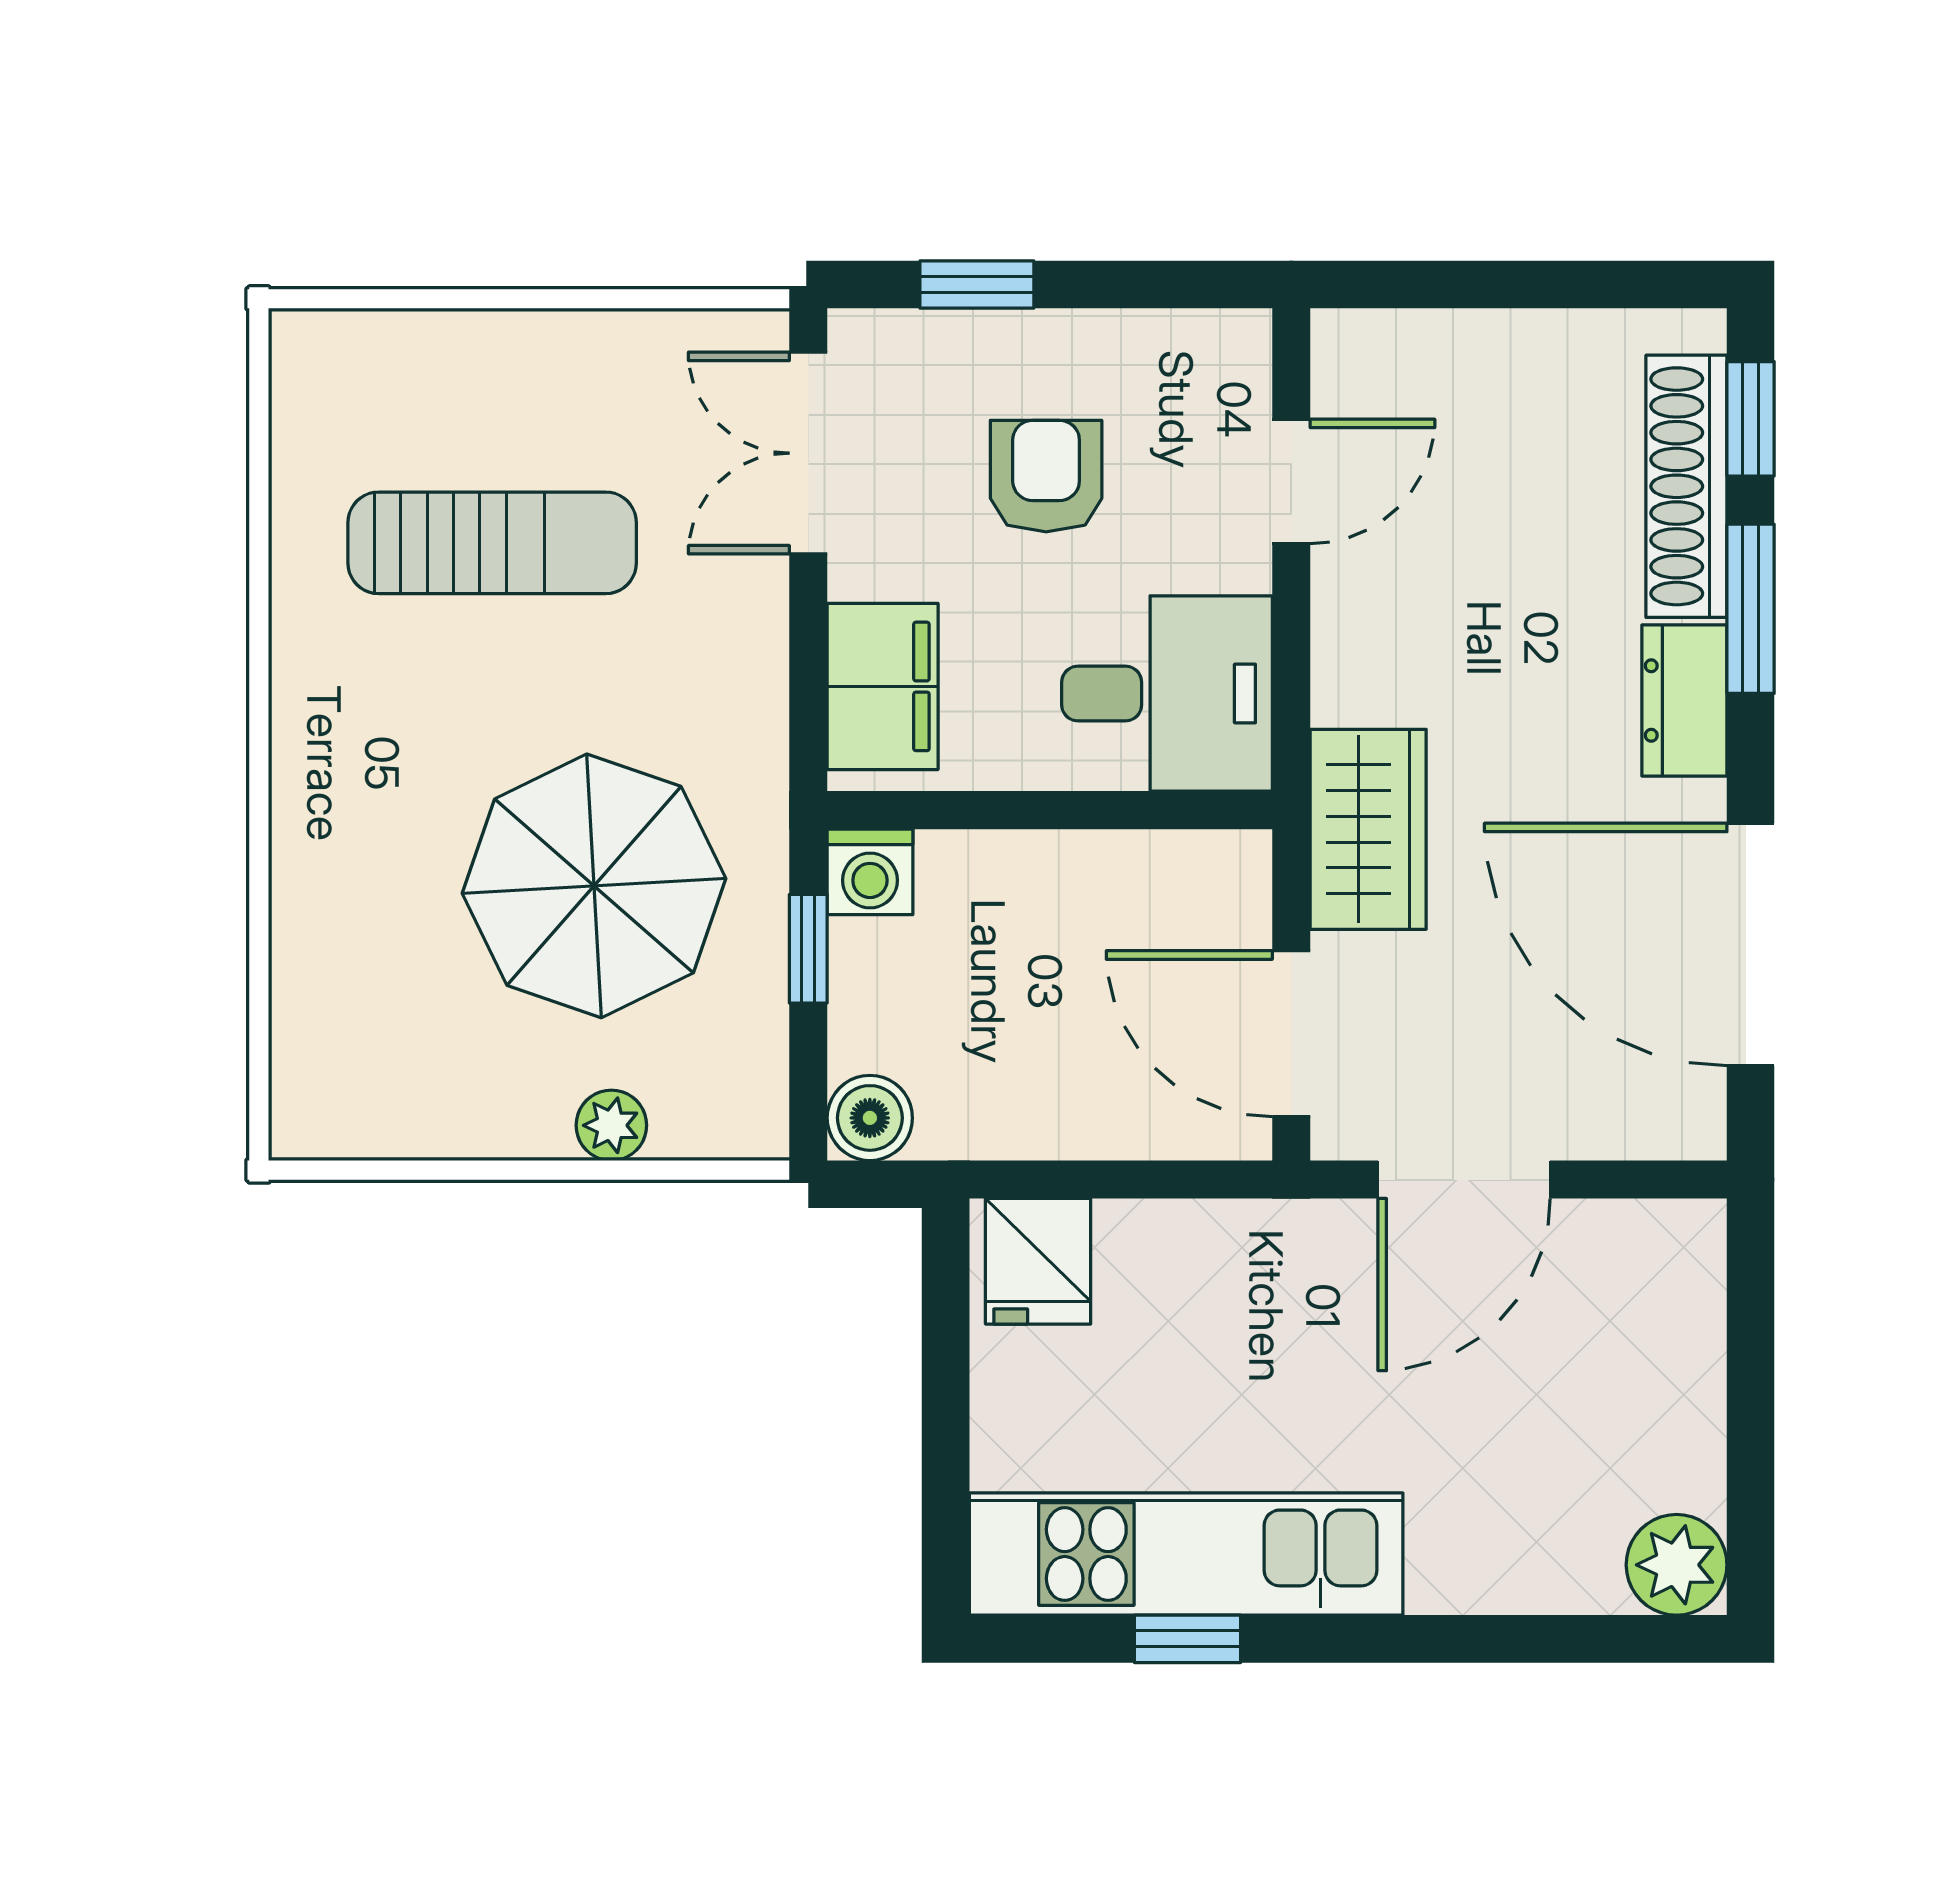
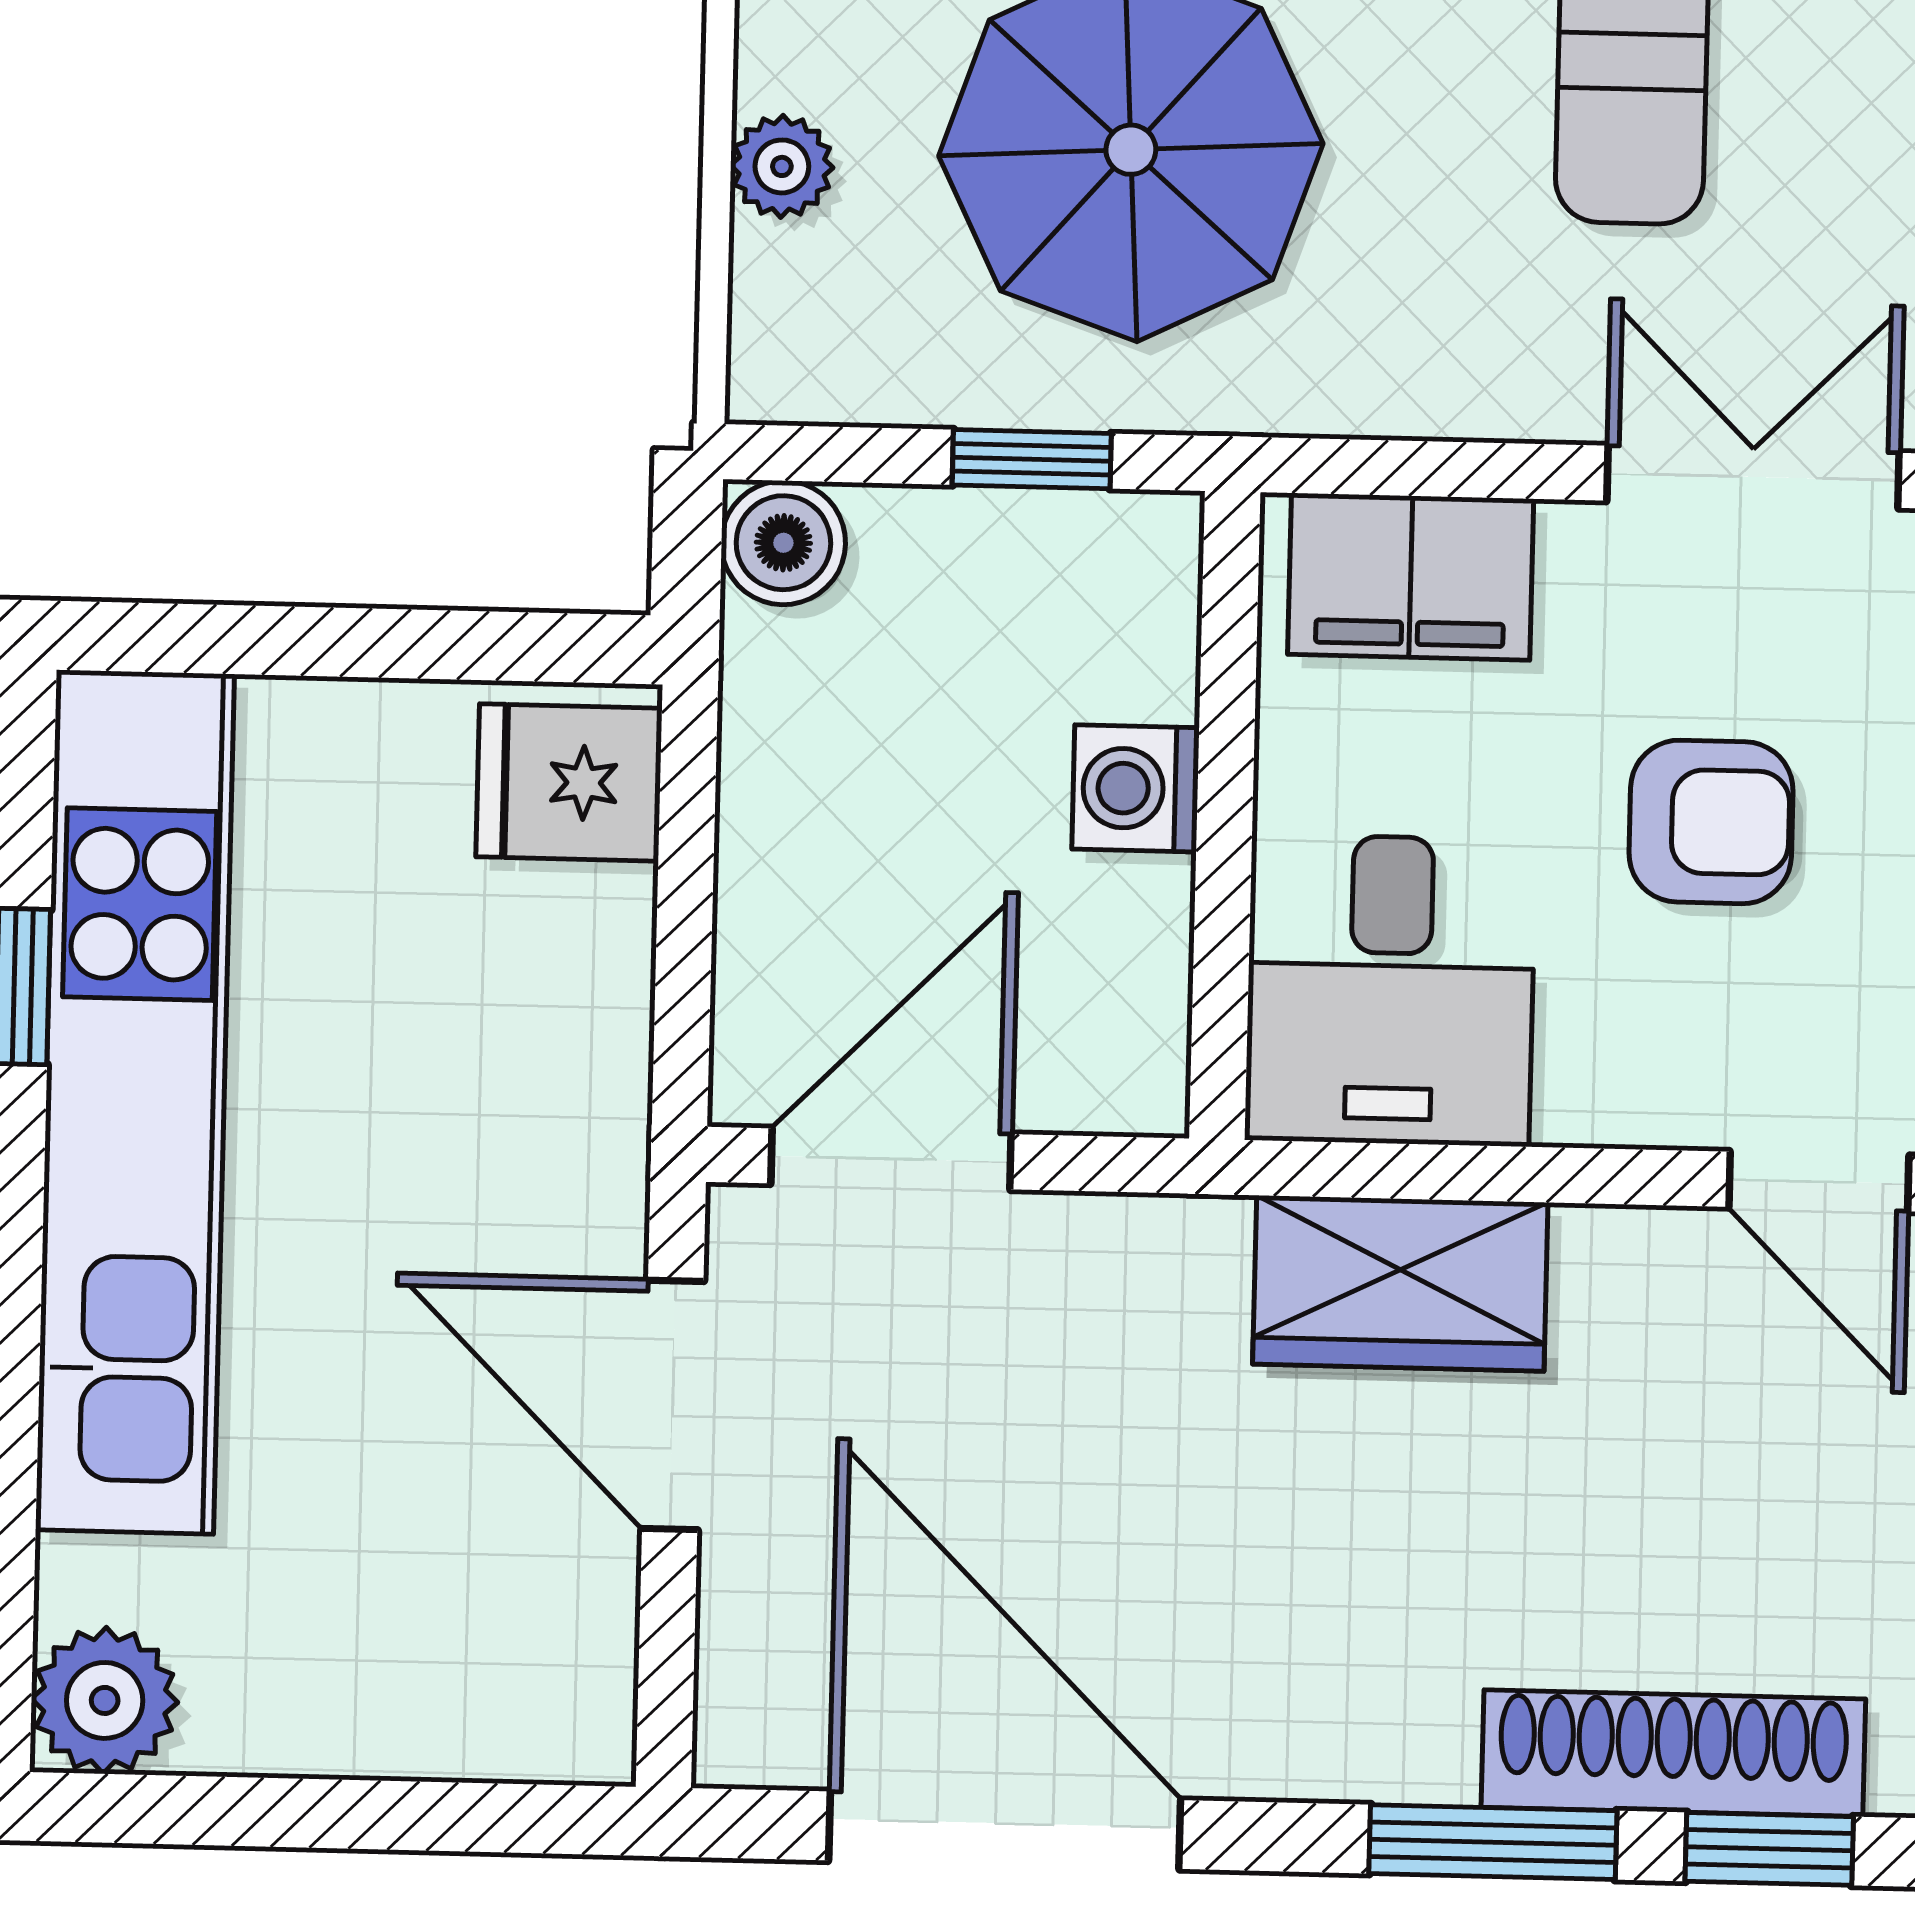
door: (1291, 481) -> (1819, 1181), moved
dresser: (1684, 701) -> (1362, 1743), removed
wardrobe: (1368, 829) -> (1400, 1283), moved
washing machine: (870, 872) -> (1136, 788), moved
door: (1751, 944) -> (1005, 1830), hinge flipped
kitchen unit: (1186, 1554) -> (135, 1102), width x1.36

